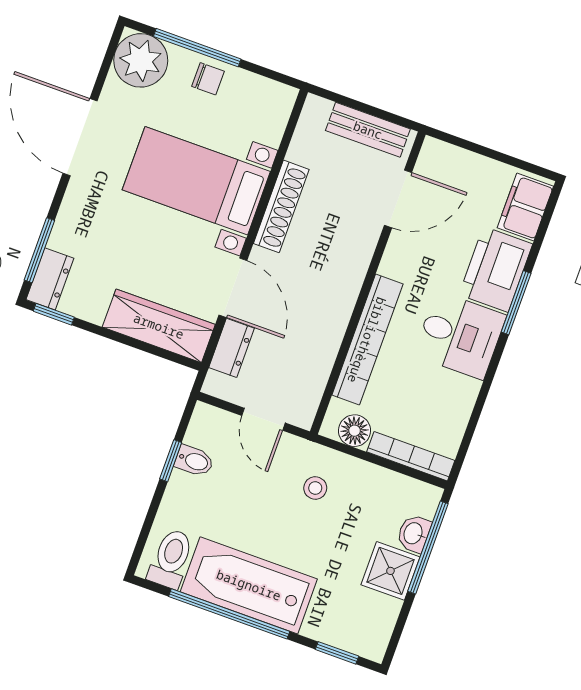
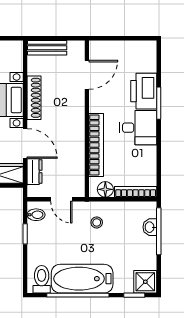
bench: (368, 130) -> (47, 48), moved
filing cabinet: (525, 207) -> (147, 57), removed
bidet: (194, 461) -> (36, 215), moved
shower: (390, 571) -> (145, 282), moved

